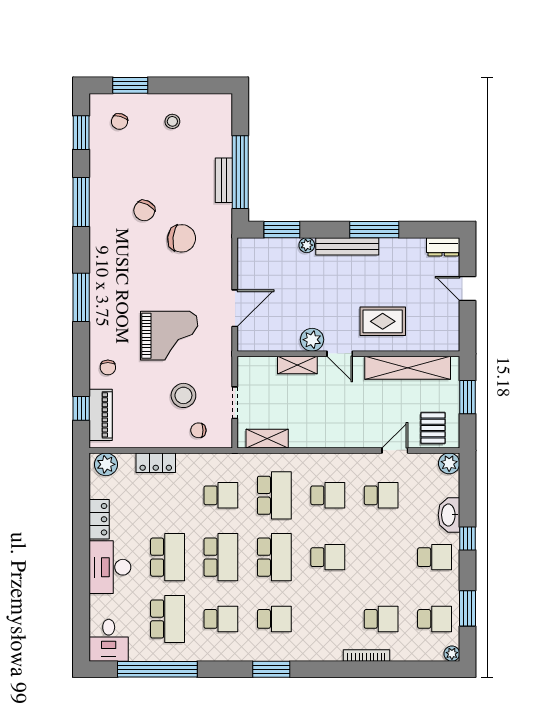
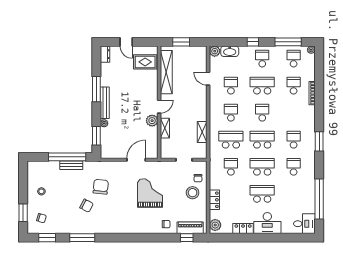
door: (468, 288) -> (126, 42), hinge flipped
window: (81, 297) -> (131, 238), removed
door: (235, 308) -> (136, 160), hinge flipped
rug: (383, 321) -> (145, 62), moved, turned 90
stool: (183, 395) -> (193, 193), moved
pallet: (433, 428) -> (197, 59), removed
shelving: (267, 439) -> (202, 132), moved
washbasin: (449, 515) -> (230, 51), moved
window: (468, 608) -> (288, 42), width x1.44
school desk: (168, 619) -> (262, 86), moved

